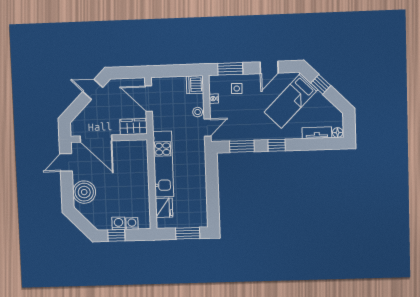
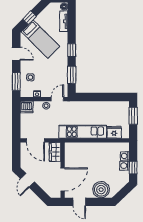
door: (149, 99) -> (35, 140), hinge flipped
door: (207, 128) -> (57, 99), hinge flipped

